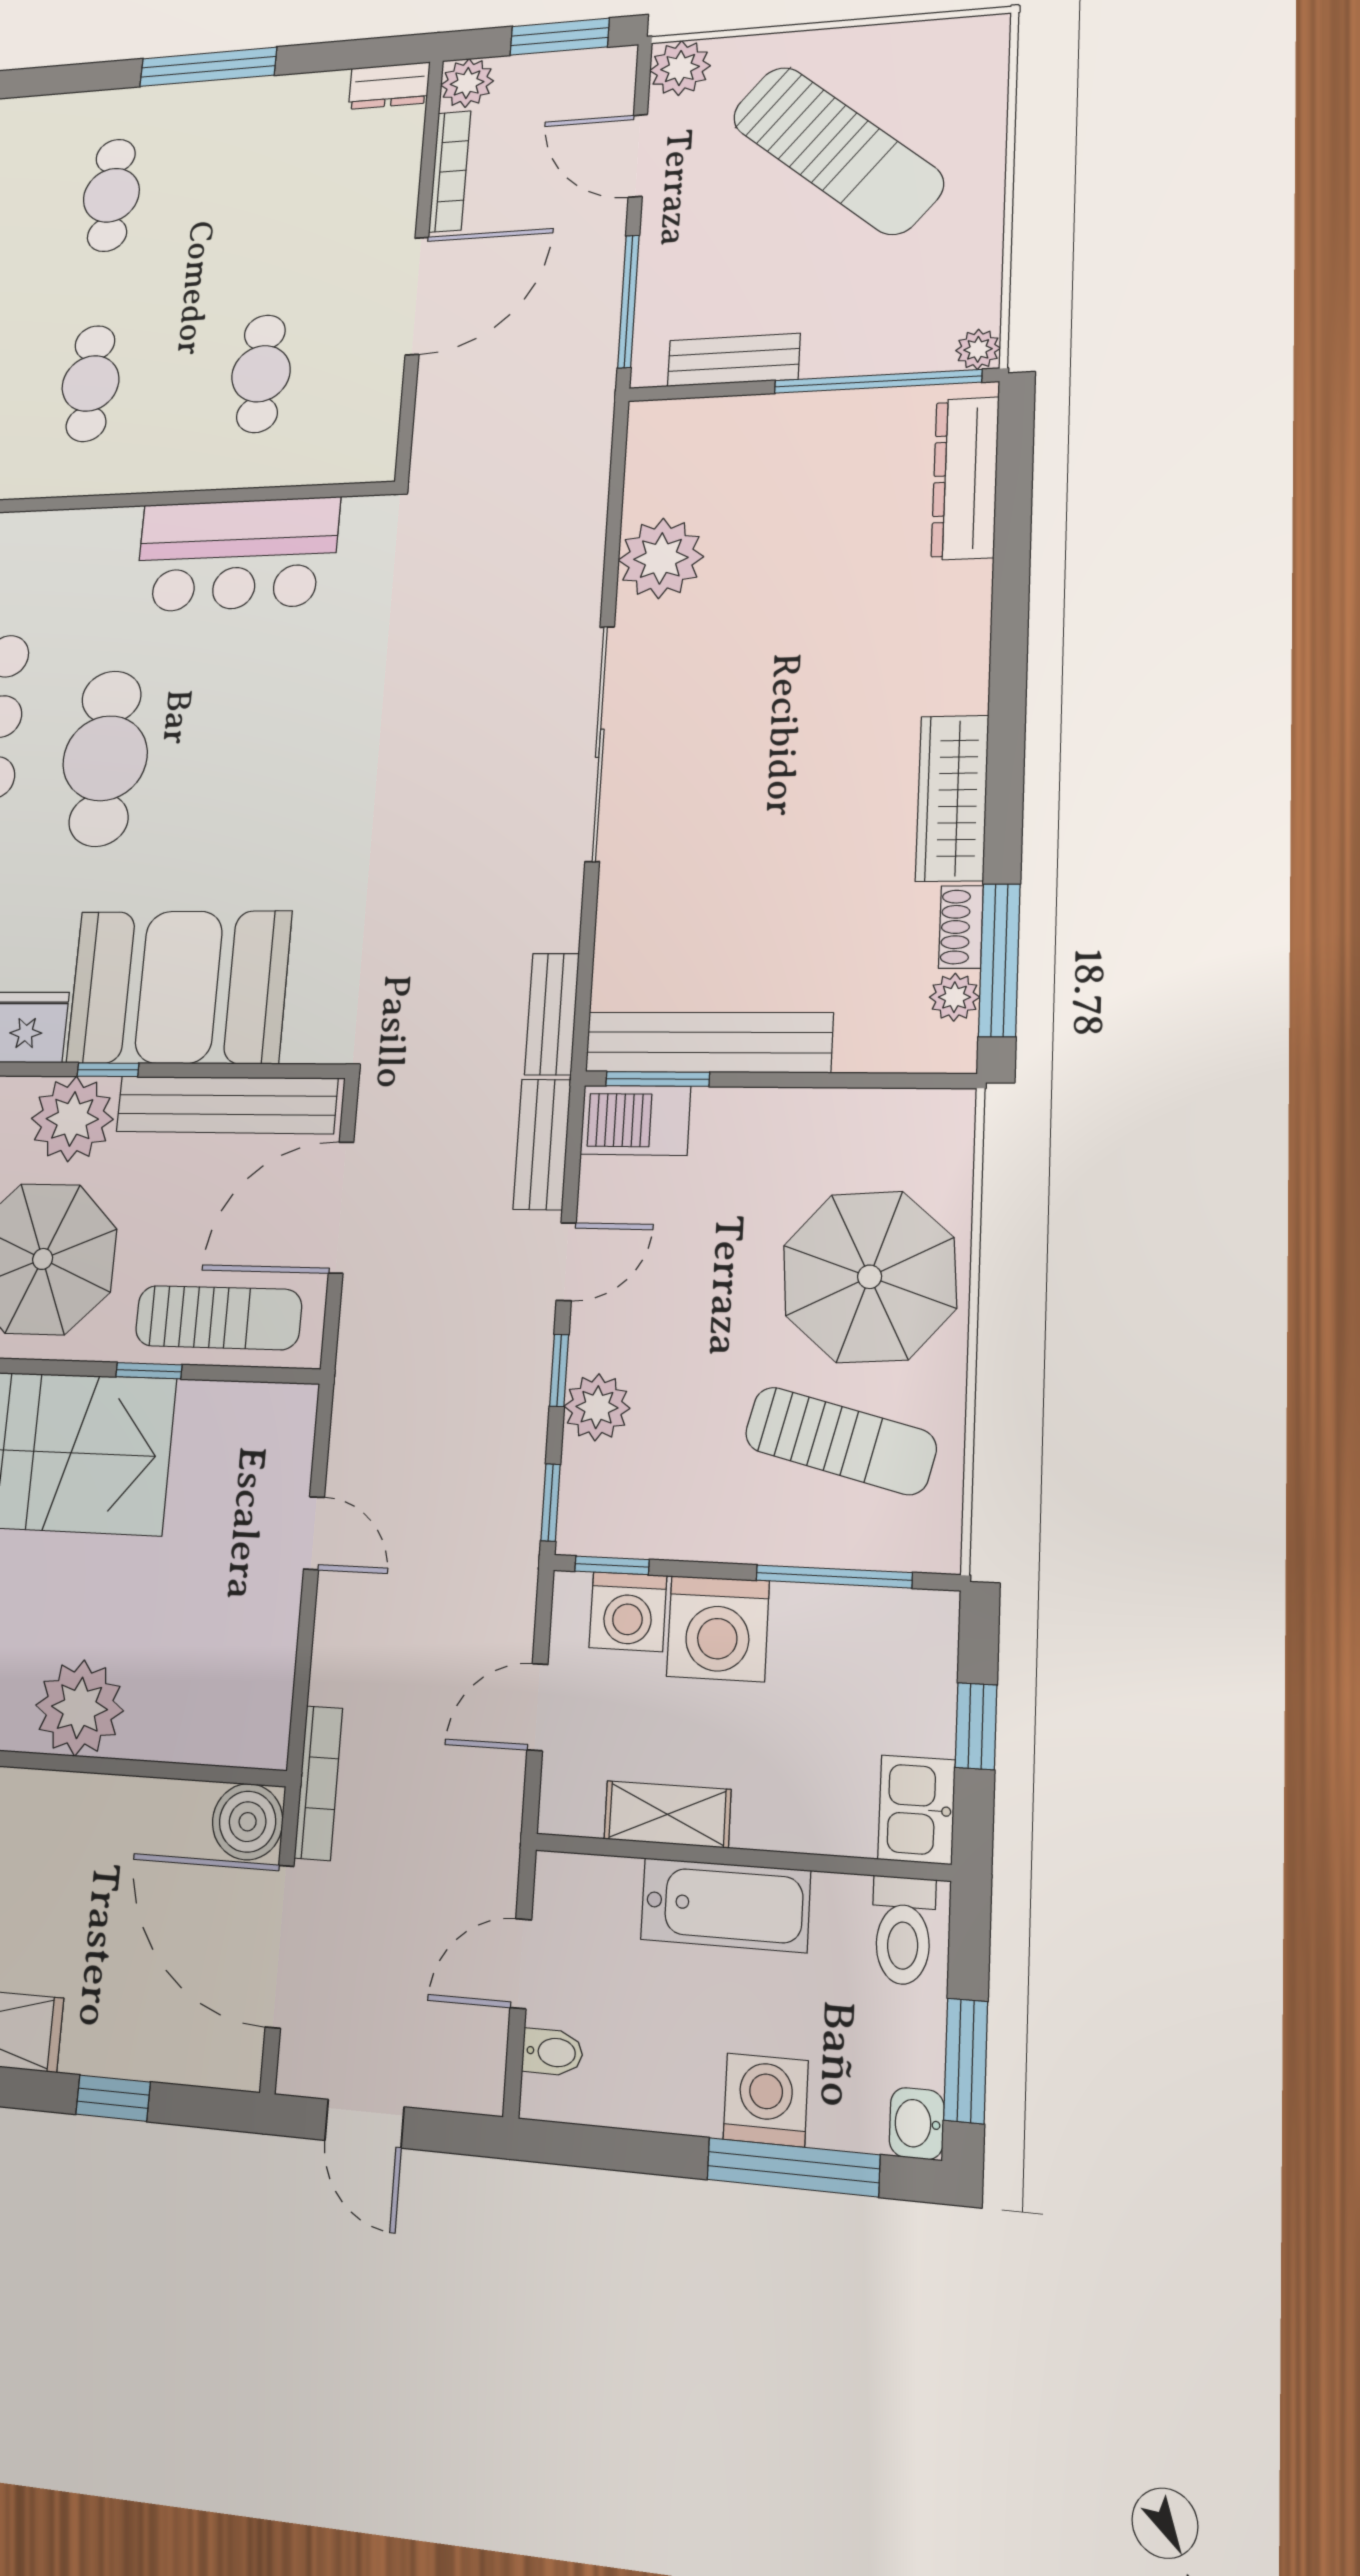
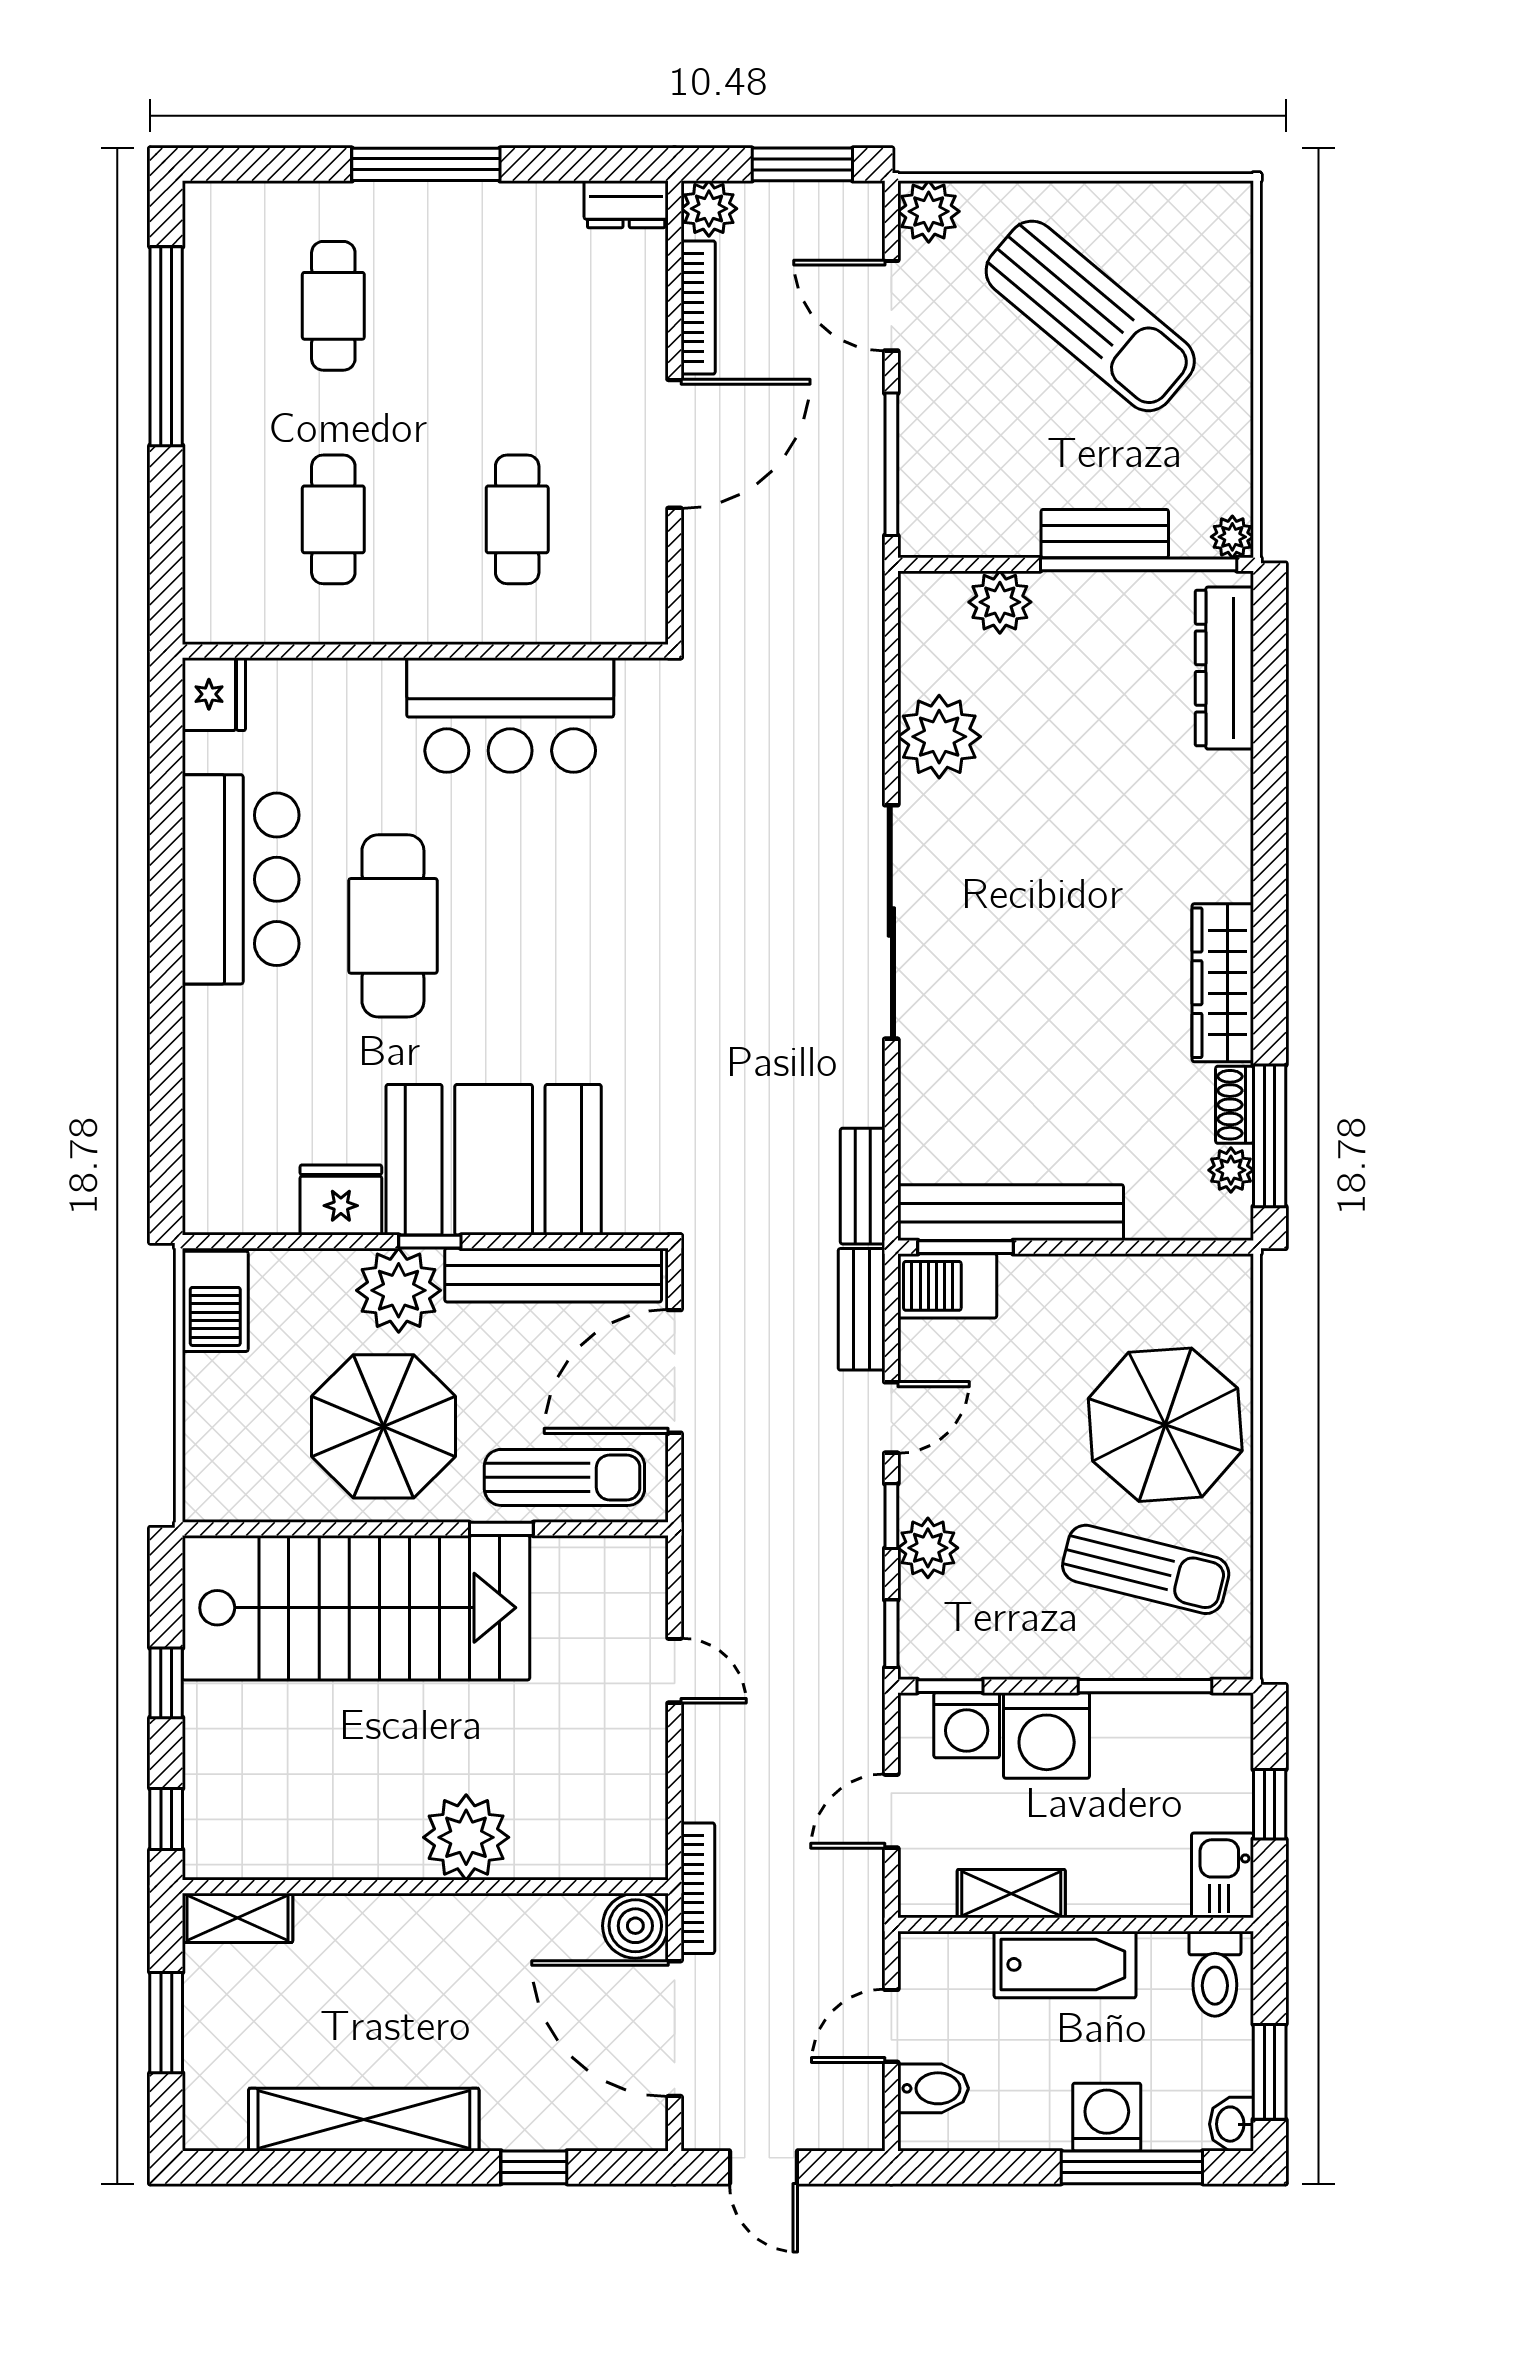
bench: (734, 360) -> (1105, 534), moved
plant: (731, 425) -> (1000, 602), added
bidet: (552, 2052) -> (933, 2088), width x1.38, depth x1.36

